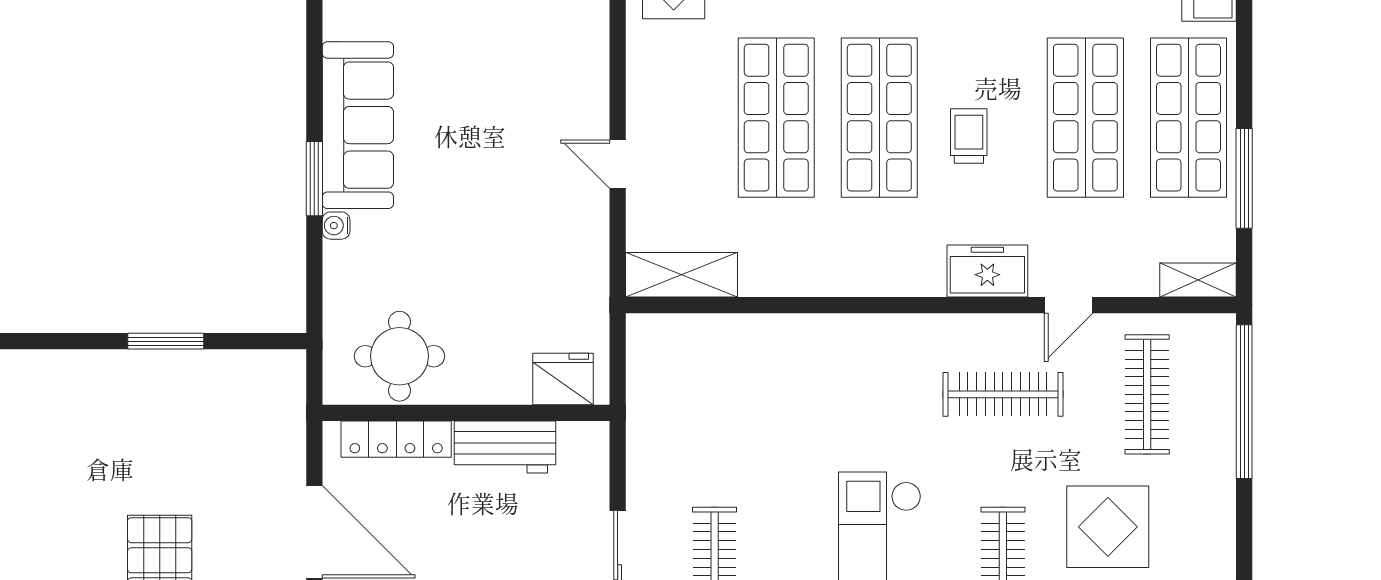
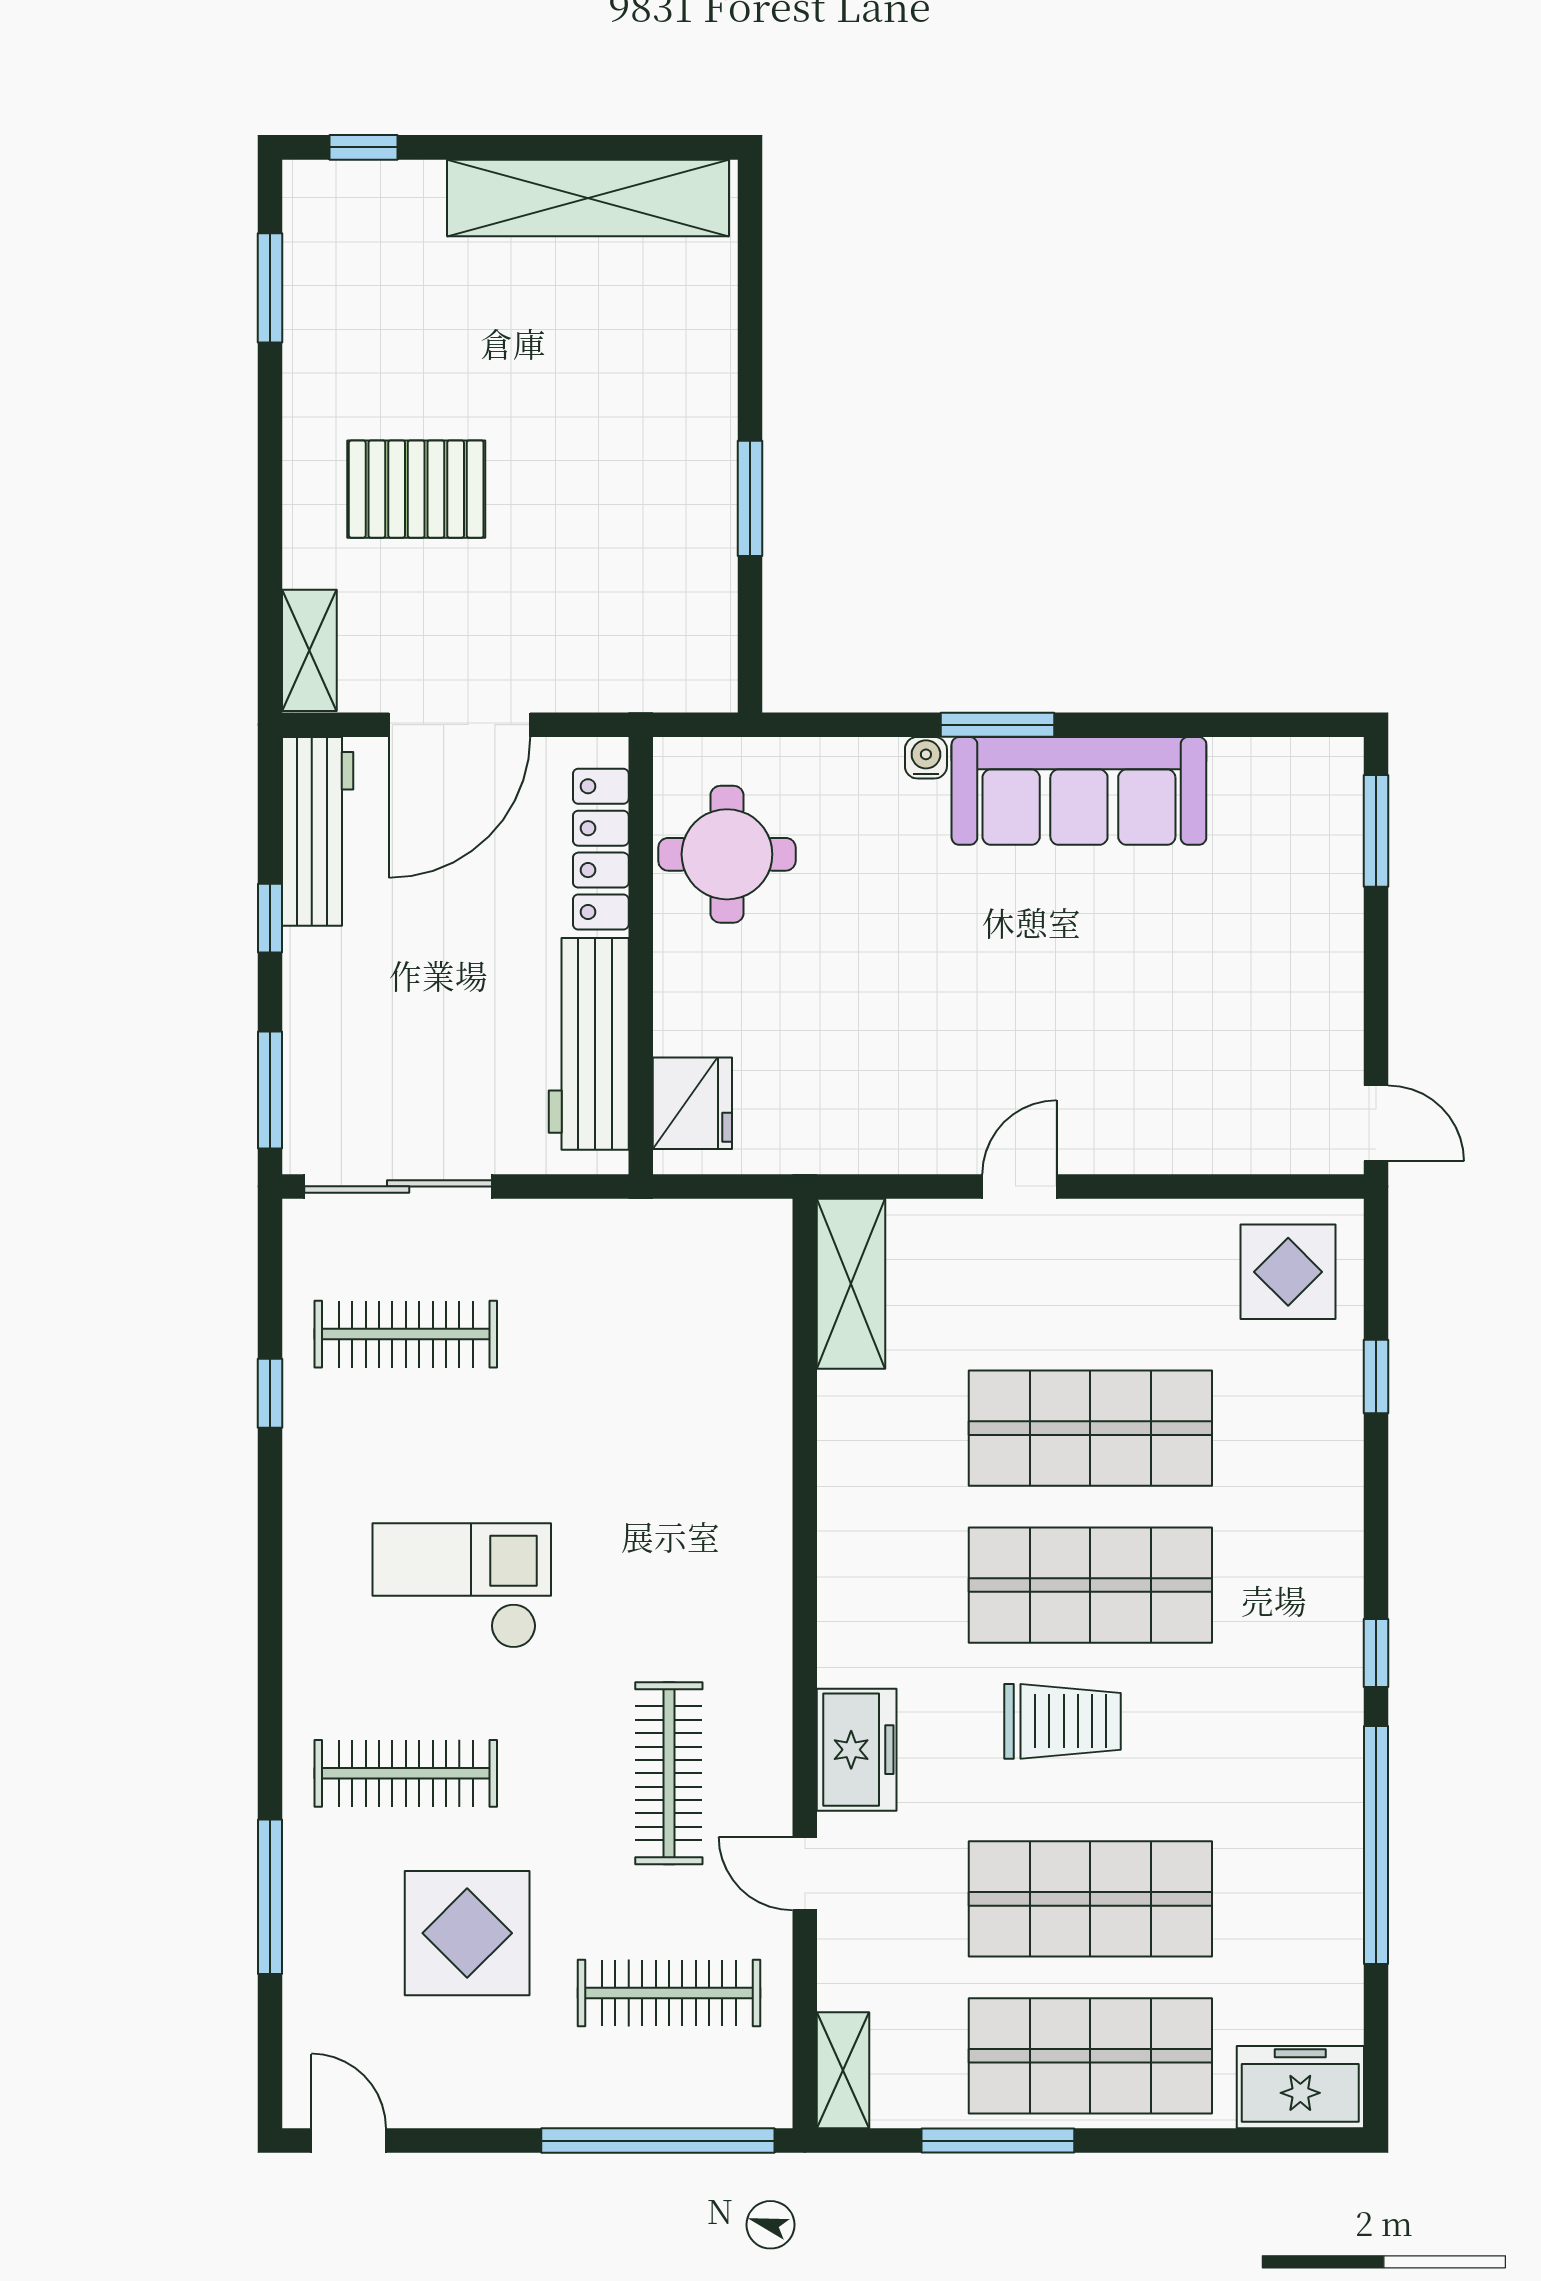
trolley: (969, 136) -> (1063, 1721), width x1.36, depth x1.39
workbench: (505, 447) -> (589, 1044), width x1.37

